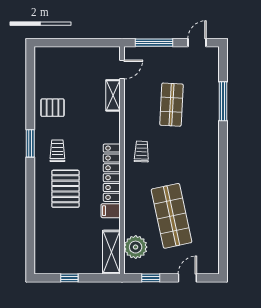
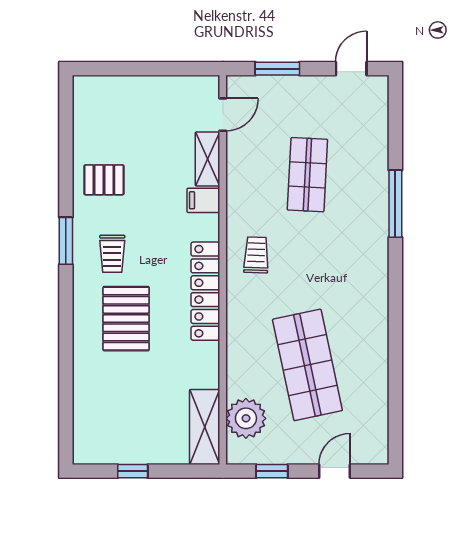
window: (154, 43) -> (277, 69), width x0.69
window: (223, 101) -> (395, 204), moved
trolley: (57, 151) -> (112, 254), turned 180
filing cabinet: (111, 211) -> (203, 200), moved

